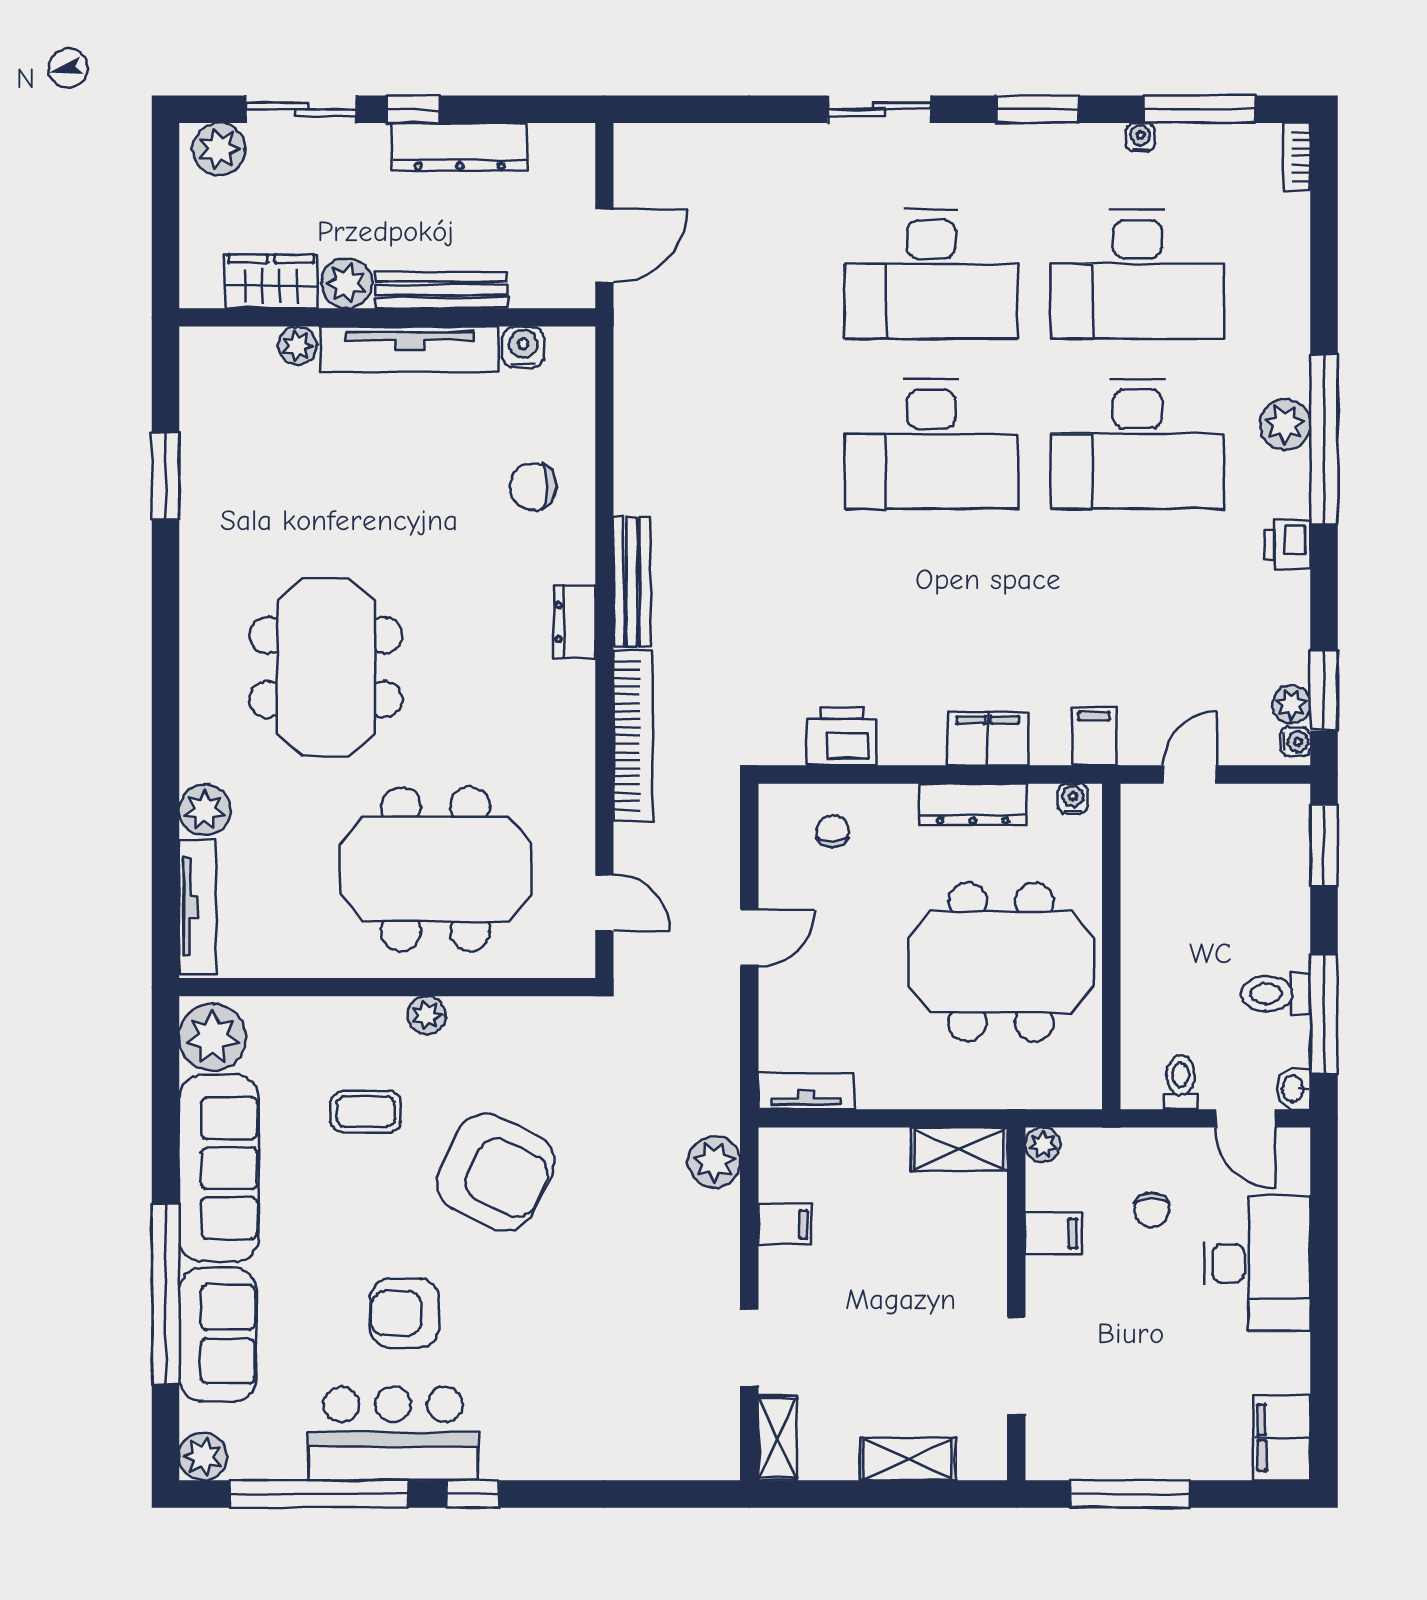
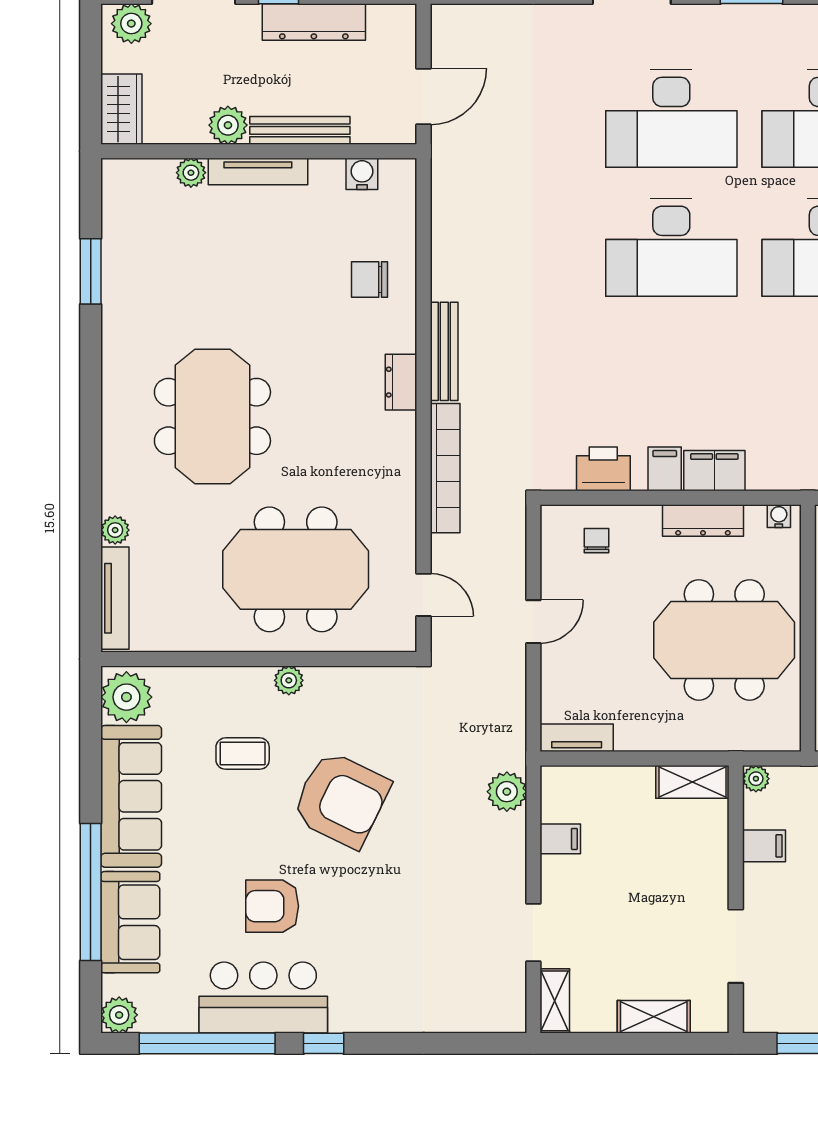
wardrobe: (271, 281) -> (121, 109), moved, turned 90
tv unit: (410, 349) -> (258, 172), width x0.73, depth x0.78
filing cabinet: (1094, 736) -> (665, 469), moved
plant: (205, 810) -> (115, 530), width x0.73, depth x0.73

